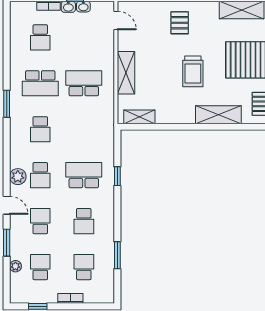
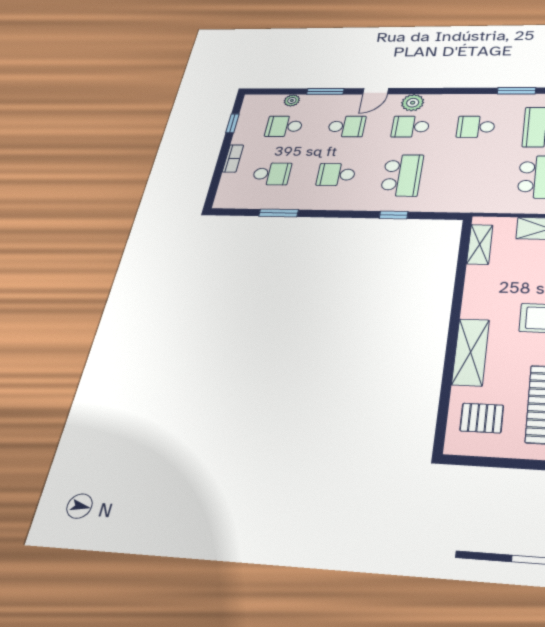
school desk: (40, 267) -> (284, 126), turned 180

